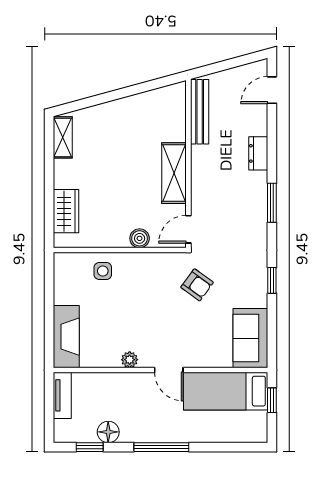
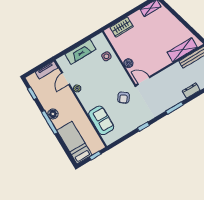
shelving: (174, 173) -> (182, 50), moved
fireplace: (66, 337) -> (80, 52), moved
sofa: (250, 338) -> (101, 120), moved, turned 90
door: (169, 370) -> (66, 79), moved
bed: (226, 391) -> (74, 143), moved
floor lamp: (108, 432) -> (53, 114), moved

